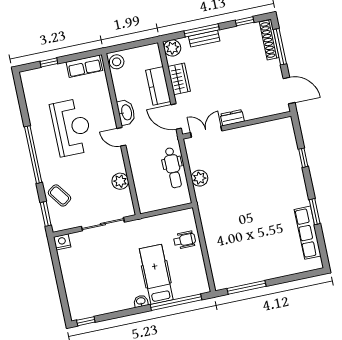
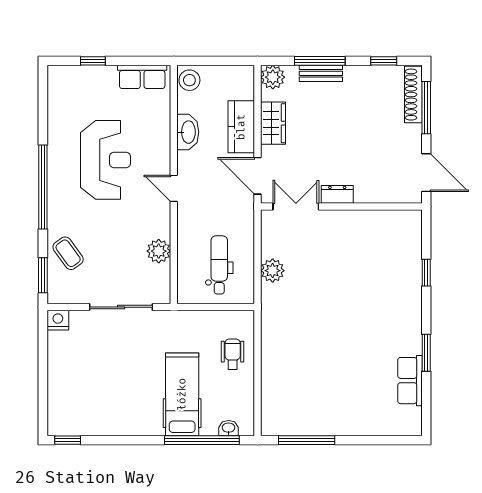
washbasin: (126, 112) -> (188, 132), moved
dental chair: (173, 168) -> (219, 265), moved, turned 180
row of seats: (308, 233) -> (410, 381), width x0.68
wheelchair: (185, 240) -> (233, 354), turned -90
washbasin: (141, 301) -> (229, 428), moved

